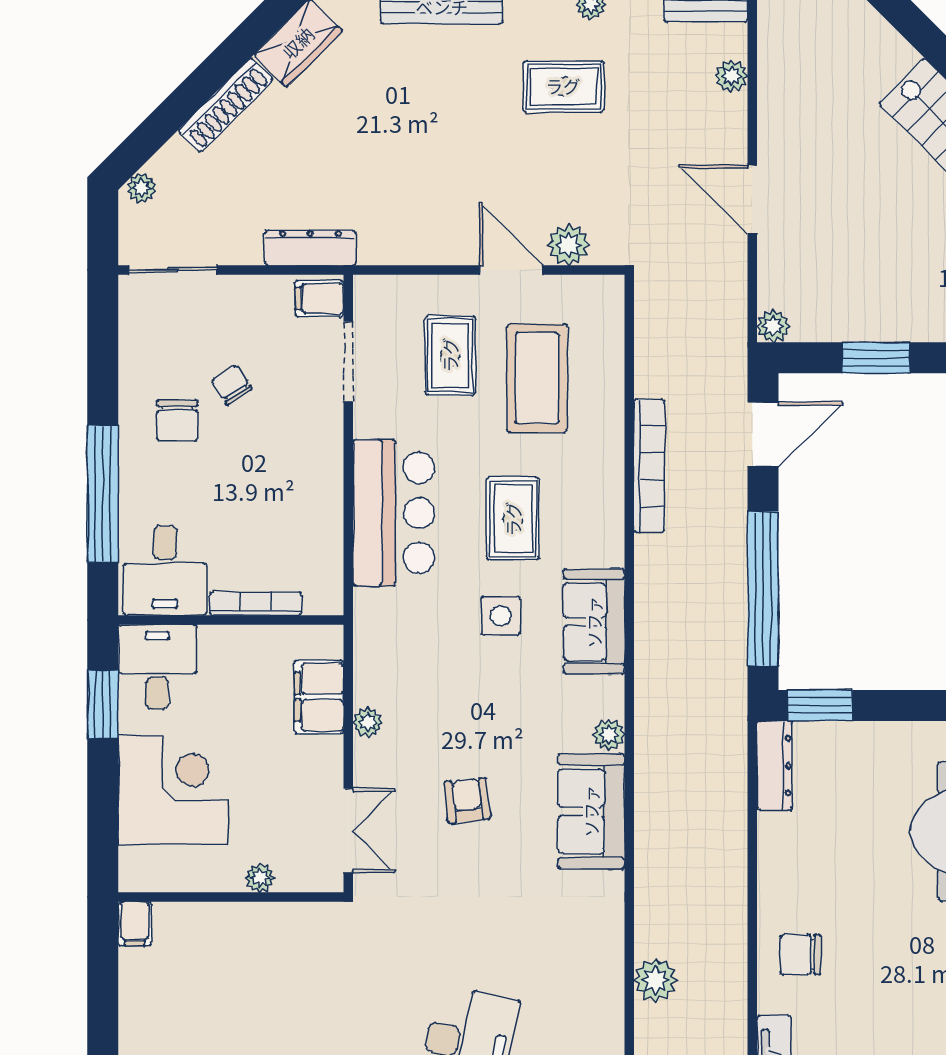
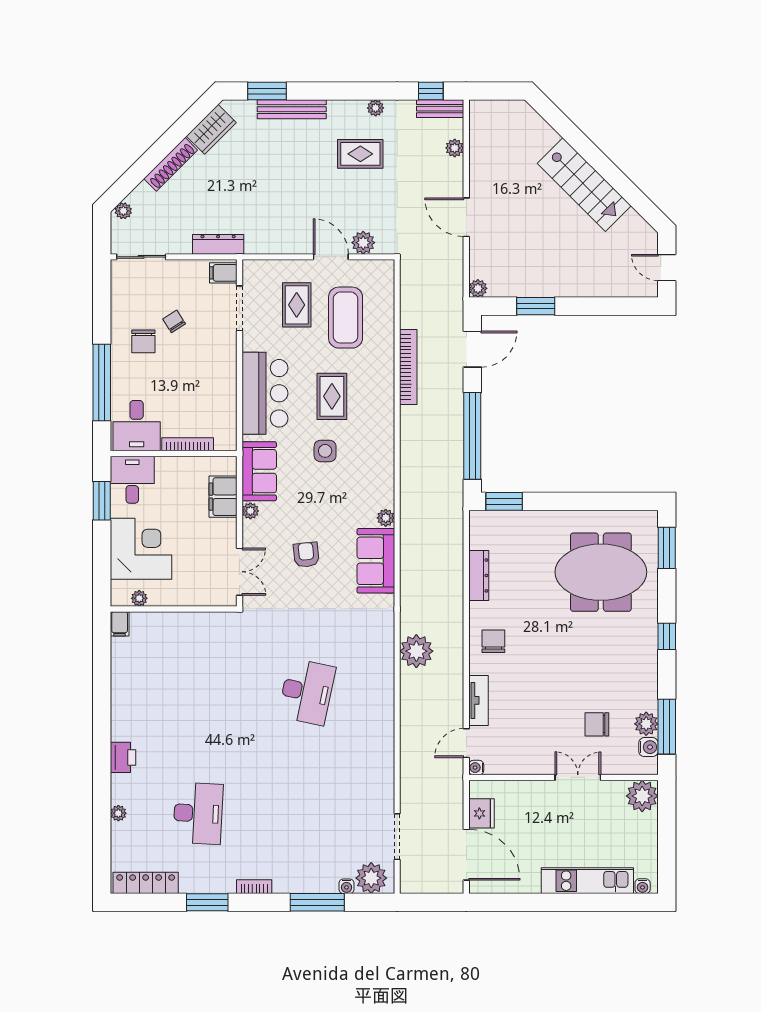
sofa: (594, 622) -> (259, 471), moved, turned 180
dresser: (774, 766) -> (479, 575), moved
plant: (260, 878) -> (139, 598), moved
chair: (800, 955) -> (493, 641), turned 90
plant: (656, 980) -> (416, 651), width x1.36, depth x1.36

